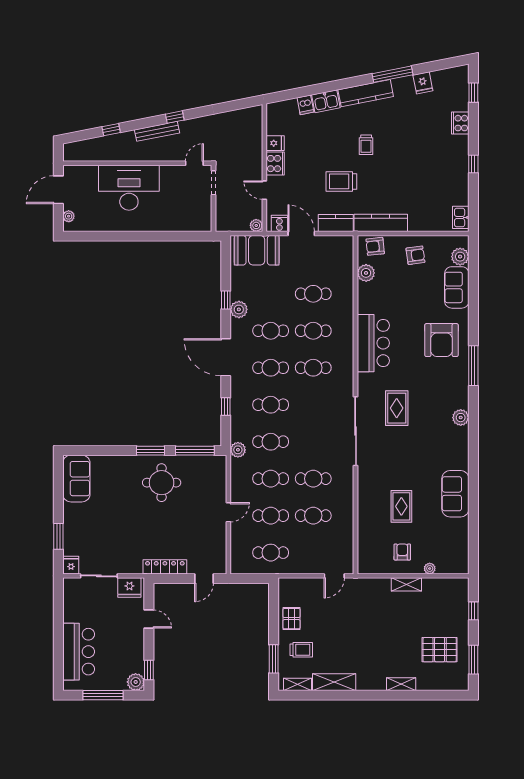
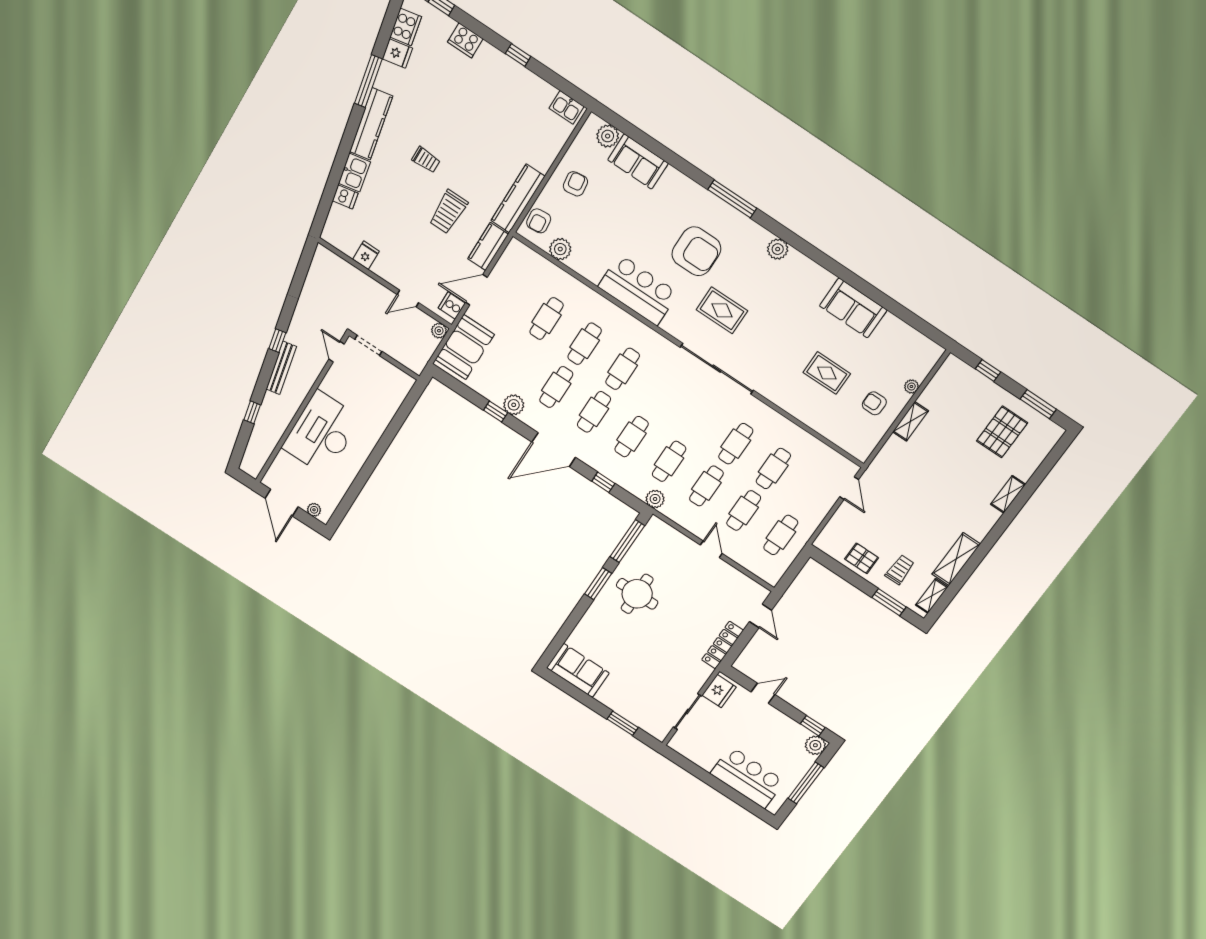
cooker: (275, 164) -> (406, 27), moved, turned 79
armchair: (442, 340) -> (696, 251), moved
fridge: (71, 565) -> (659, 730), removed

